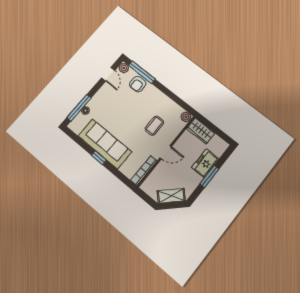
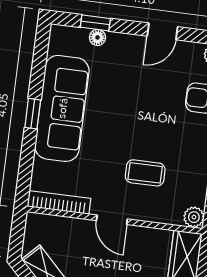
door: (108, 74) -> (162, 31), moved
window: (79, 108) -> (95, 23), width x0.46

